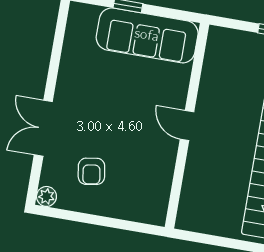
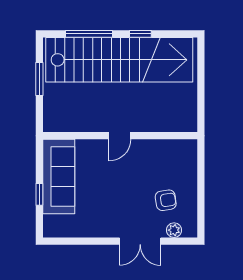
plant: (46, 196) -> (174, 230), moved

